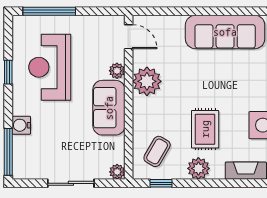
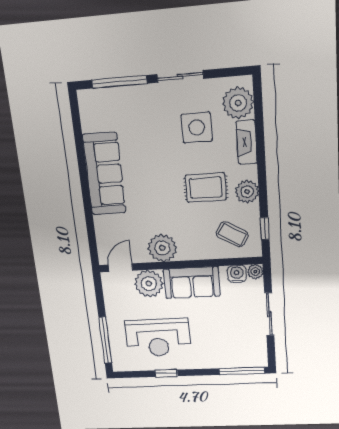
plant: (117, 71) -> (149, 284), width x1.87, depth x1.87
water cooler: (21, 125) -> (237, 274), moved, turned 180

